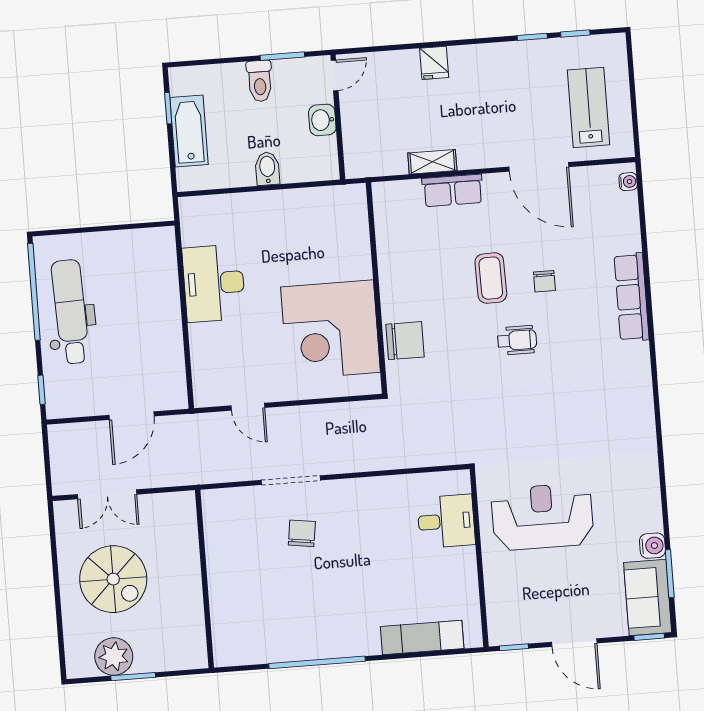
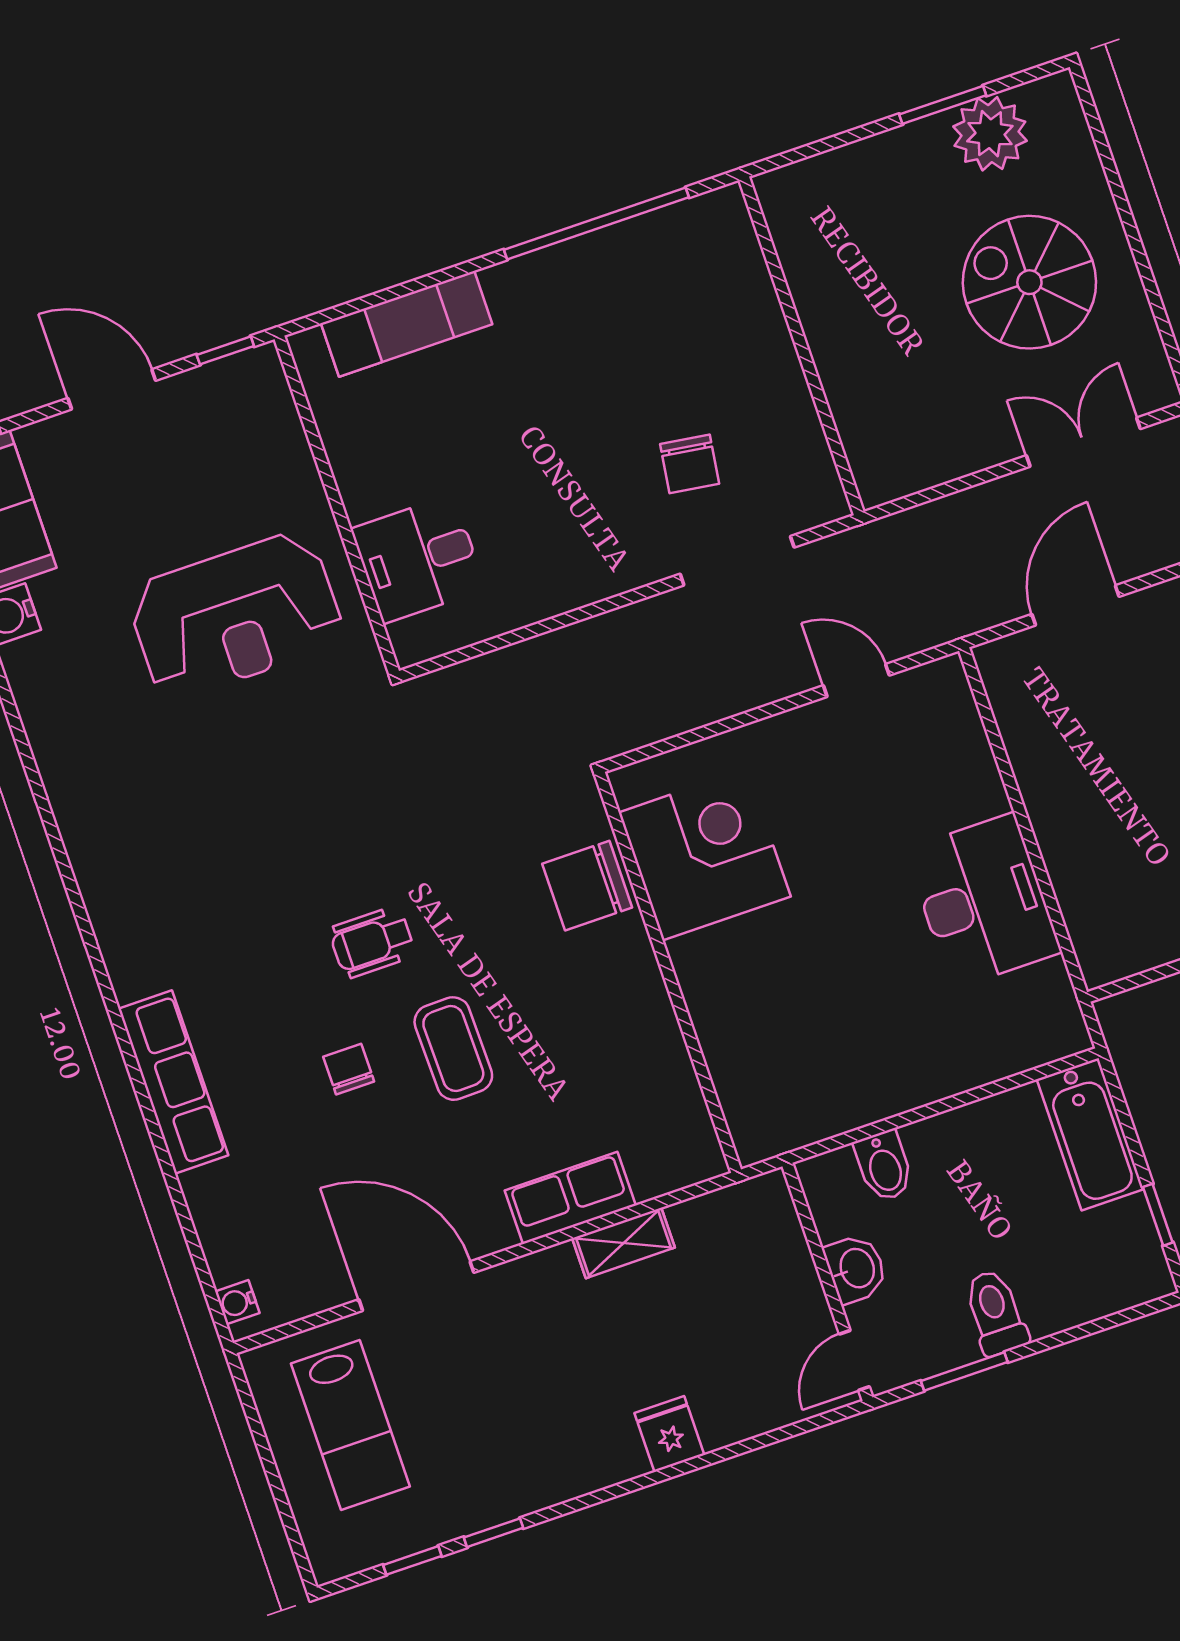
bathtub: (189, 131) -> (1090, 1134), moved
bidet: (267, 169) -> (884, 1166), moved
corner desk: (331, 330) -> (705, 854), width x0.74, depth x0.74
wall: (204, 579) -> (801, 346), moved

